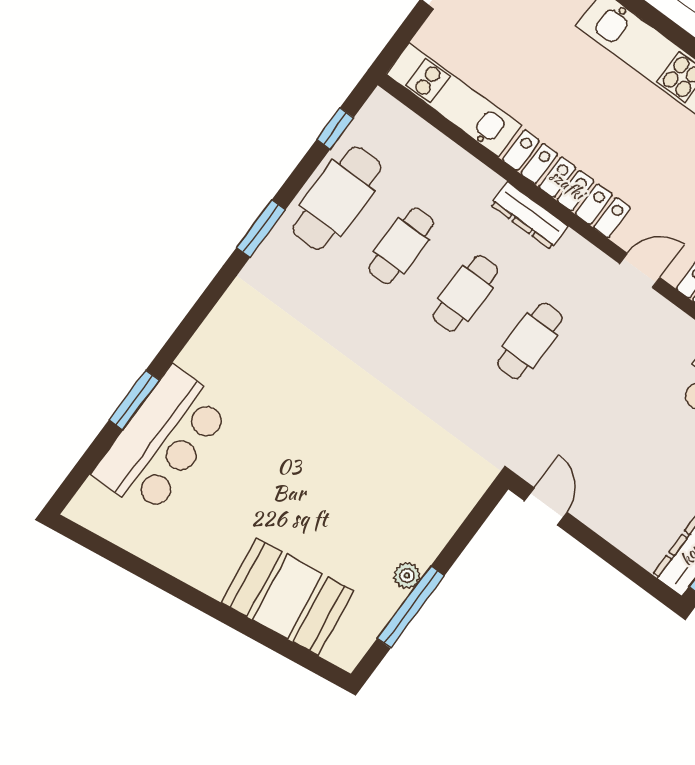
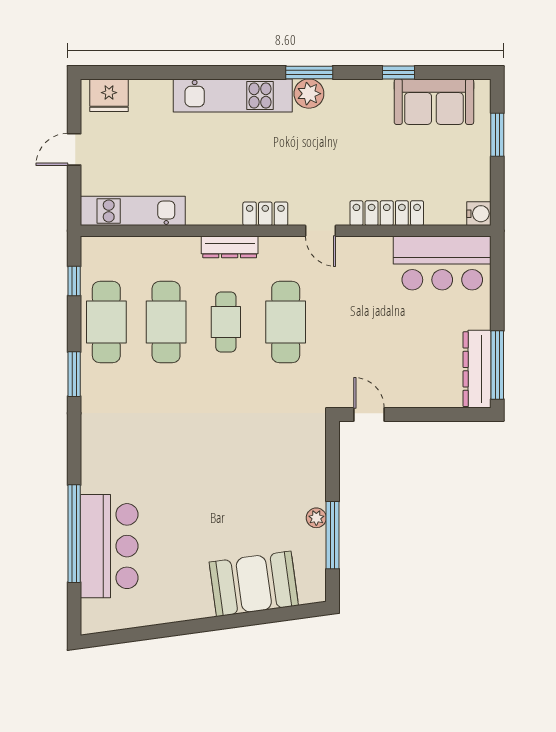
locker: (567, 184) -> (265, 214), width x0.46, depth x0.83
cafe table: (401, 246) -> (166, 322), width x1.37, depth x1.35
door: (640, 270) -> (321, 231), swing flipped
cafe table: (530, 341) -> (286, 322), width x1.37, depth x1.35
window: (134, 400) -> (74, 534), width x2.11

